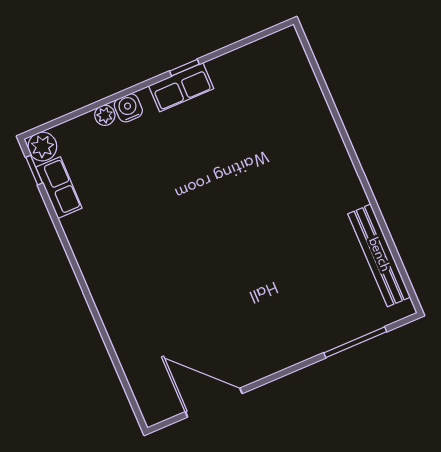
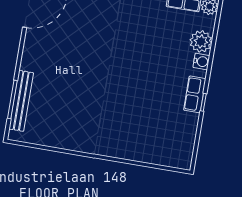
plant: (105, 115) -> (201, 41), width x1.87, depth x1.87
bench: (379, 255) -> (21, 101), moved, turned 90

